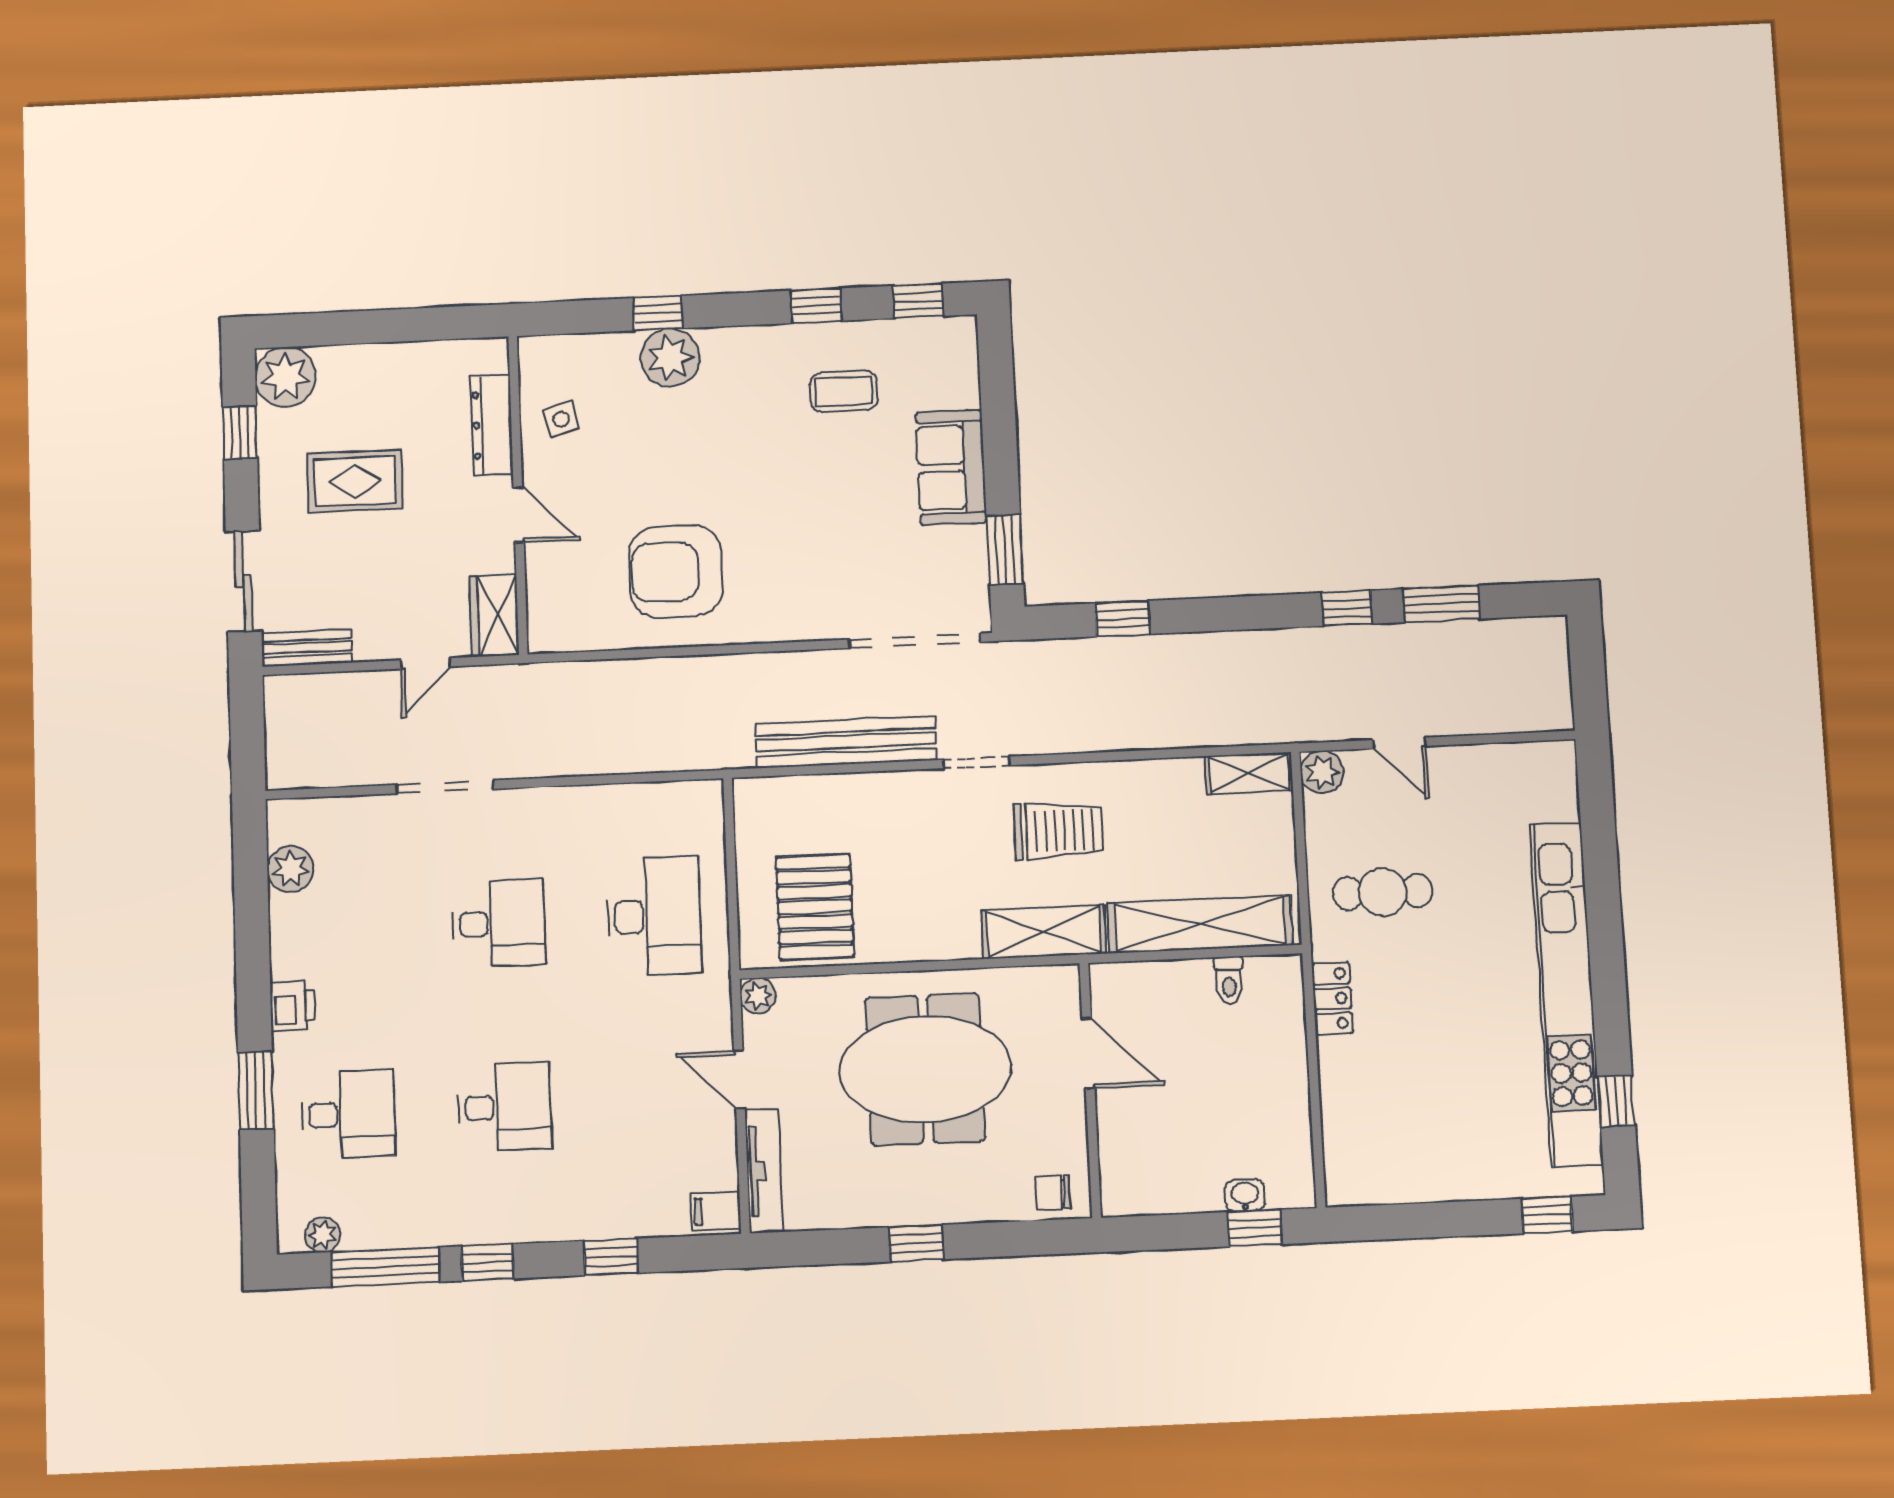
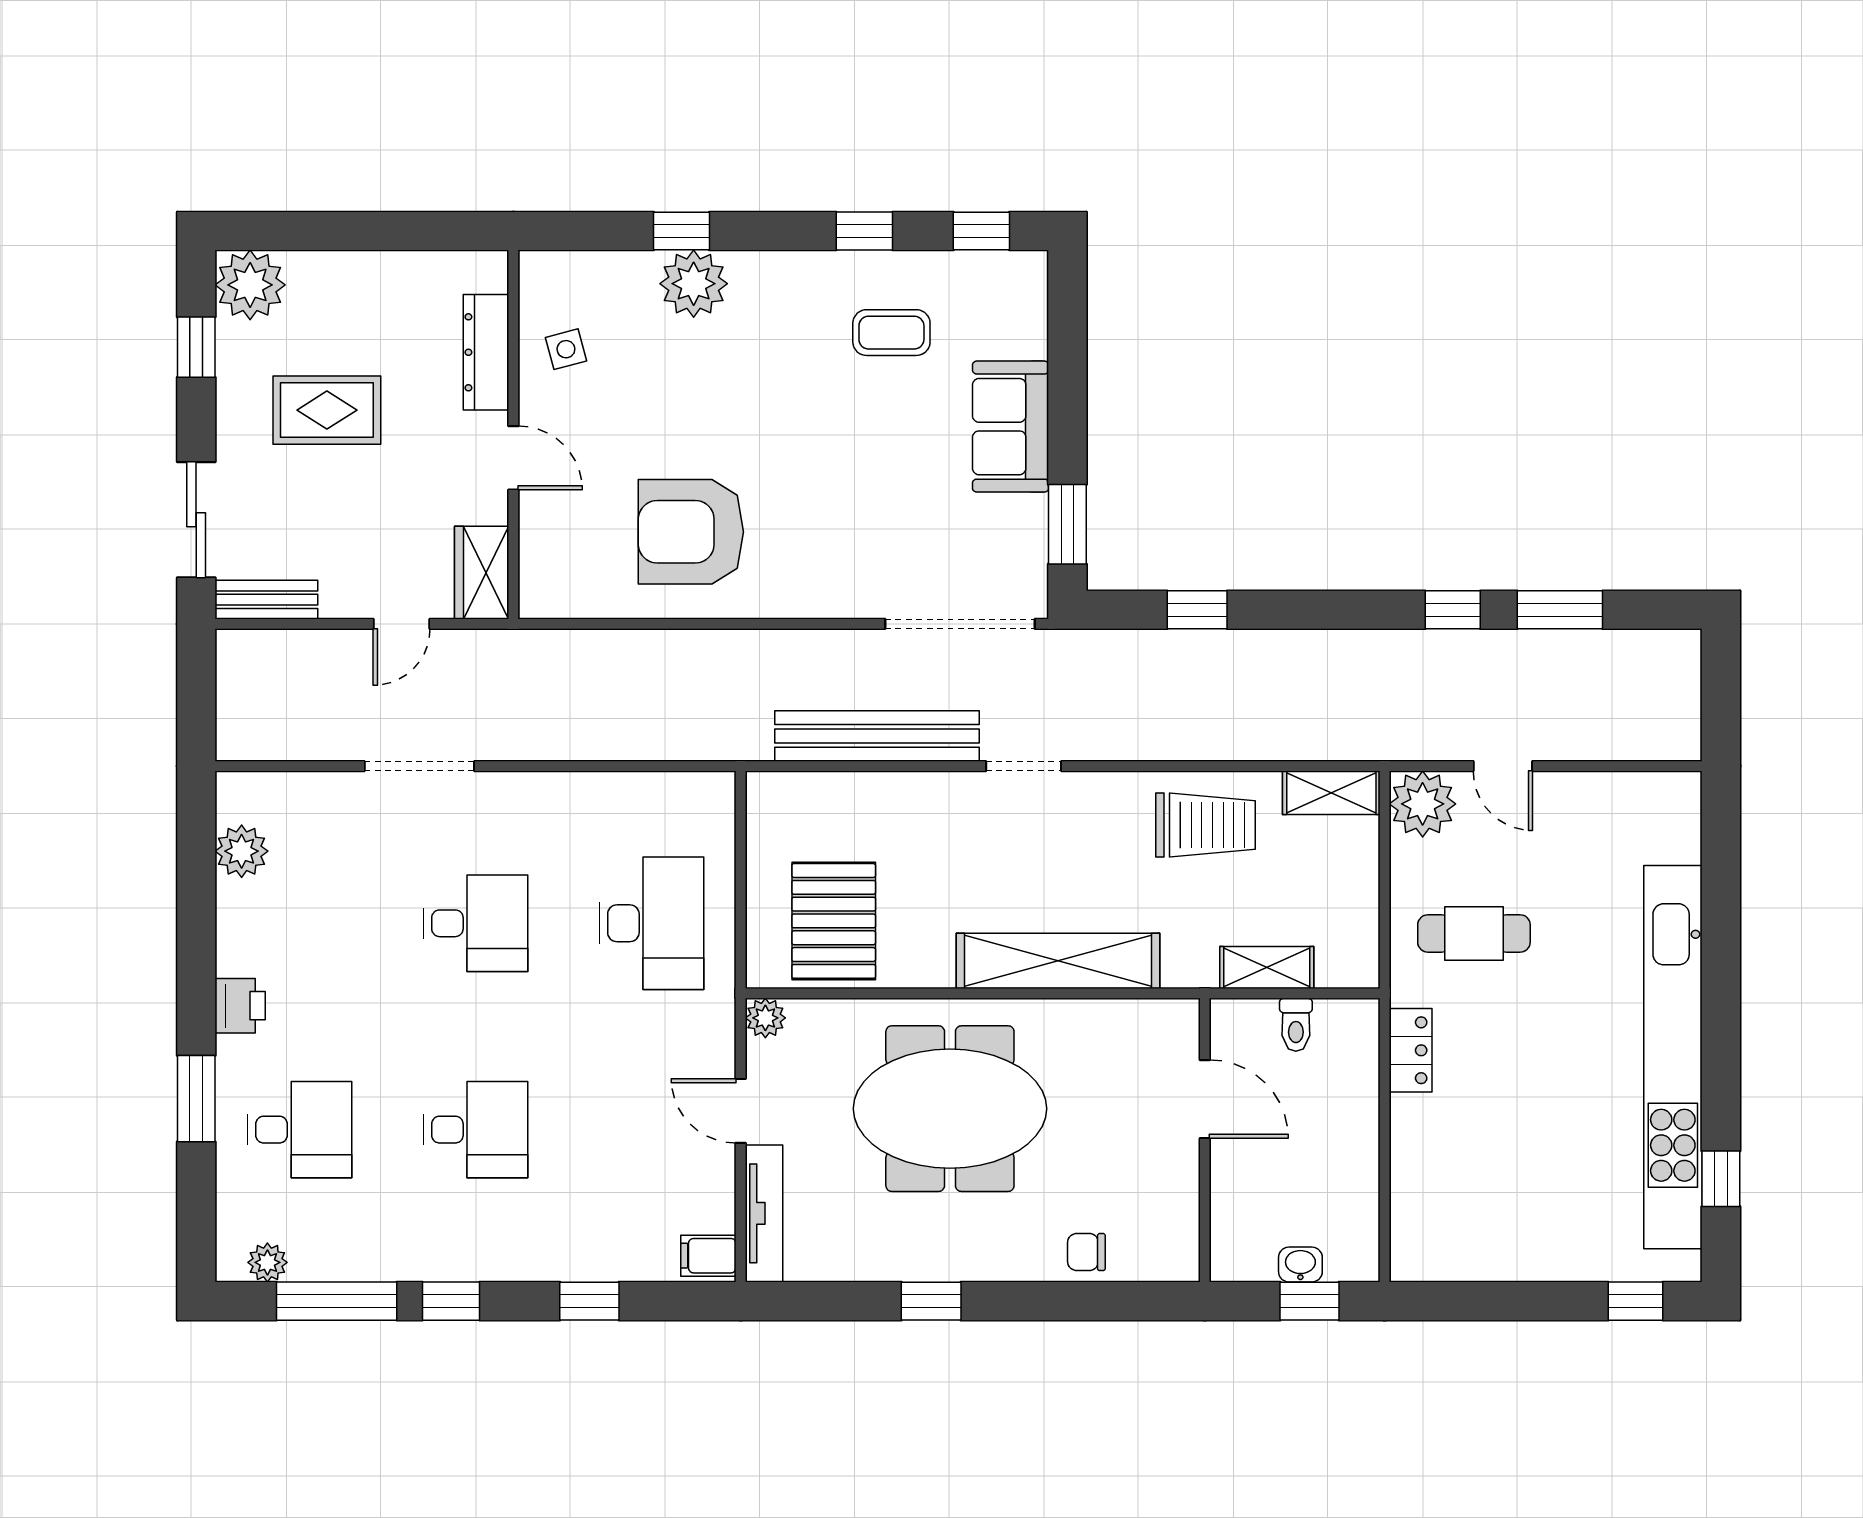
plant: (1322, 772) -> (1423, 804), width x1.36, depth x1.36
trolley: (1059, 830) -> (1206, 825), moved
shelving: (1200, 924) -> (1267, 967), width x0.45, depth x0.75
shelving: (1044, 932) -> (1058, 961), width x1.47
door: (1088, 1053) -> (1205, 1099), moved
wall: (1090, 1090) -> (1205, 1140), moved

